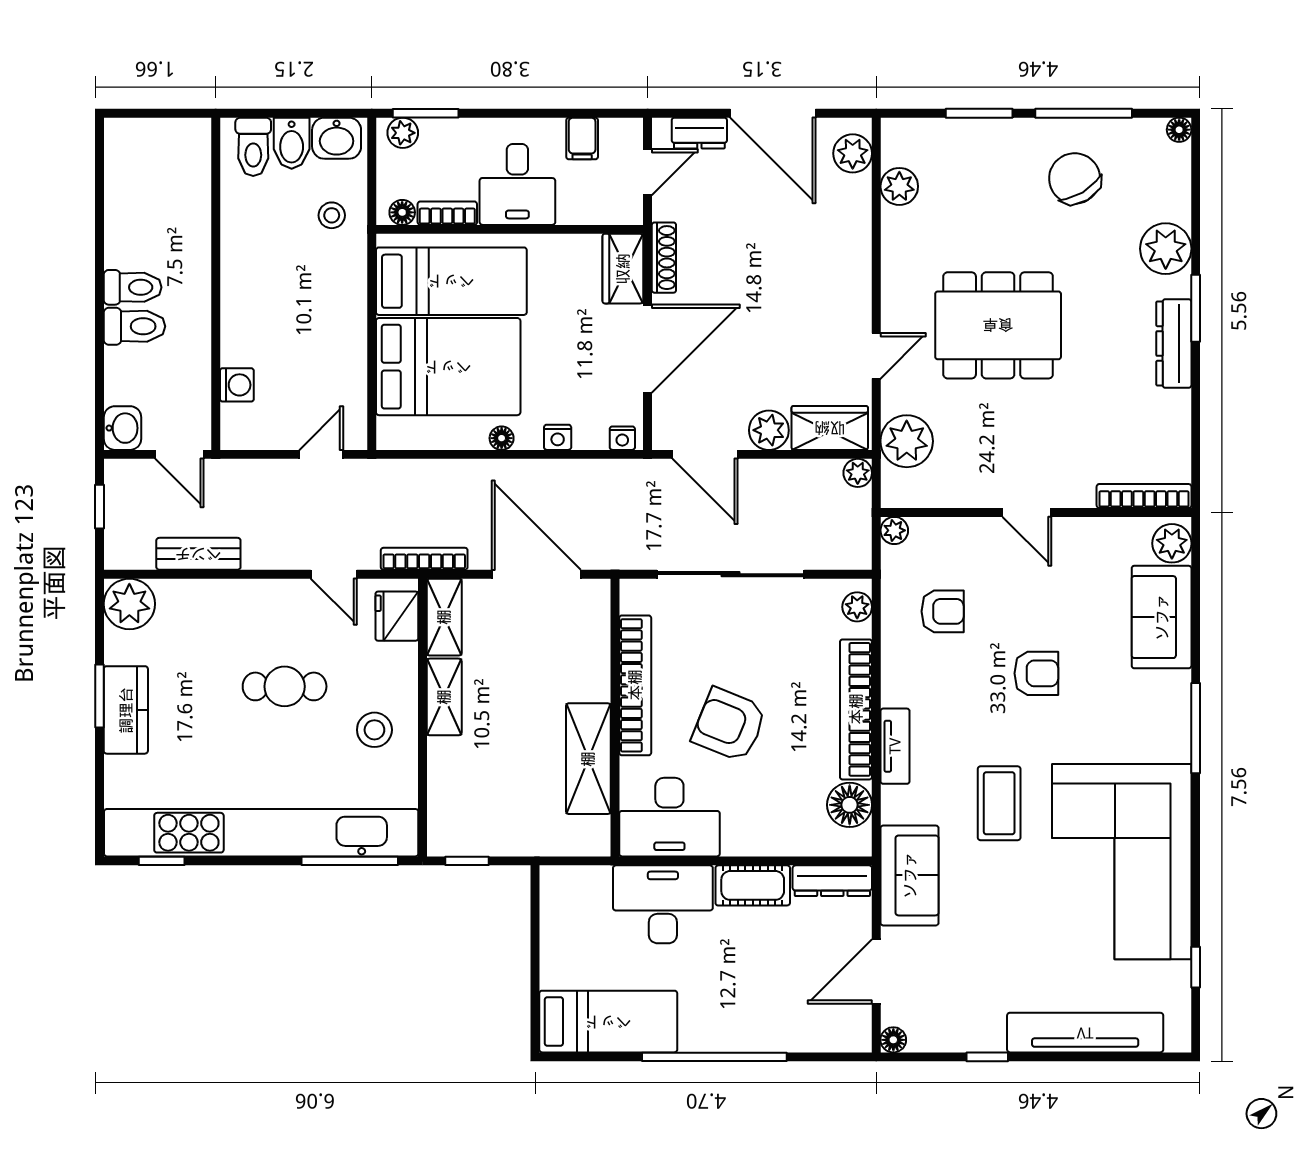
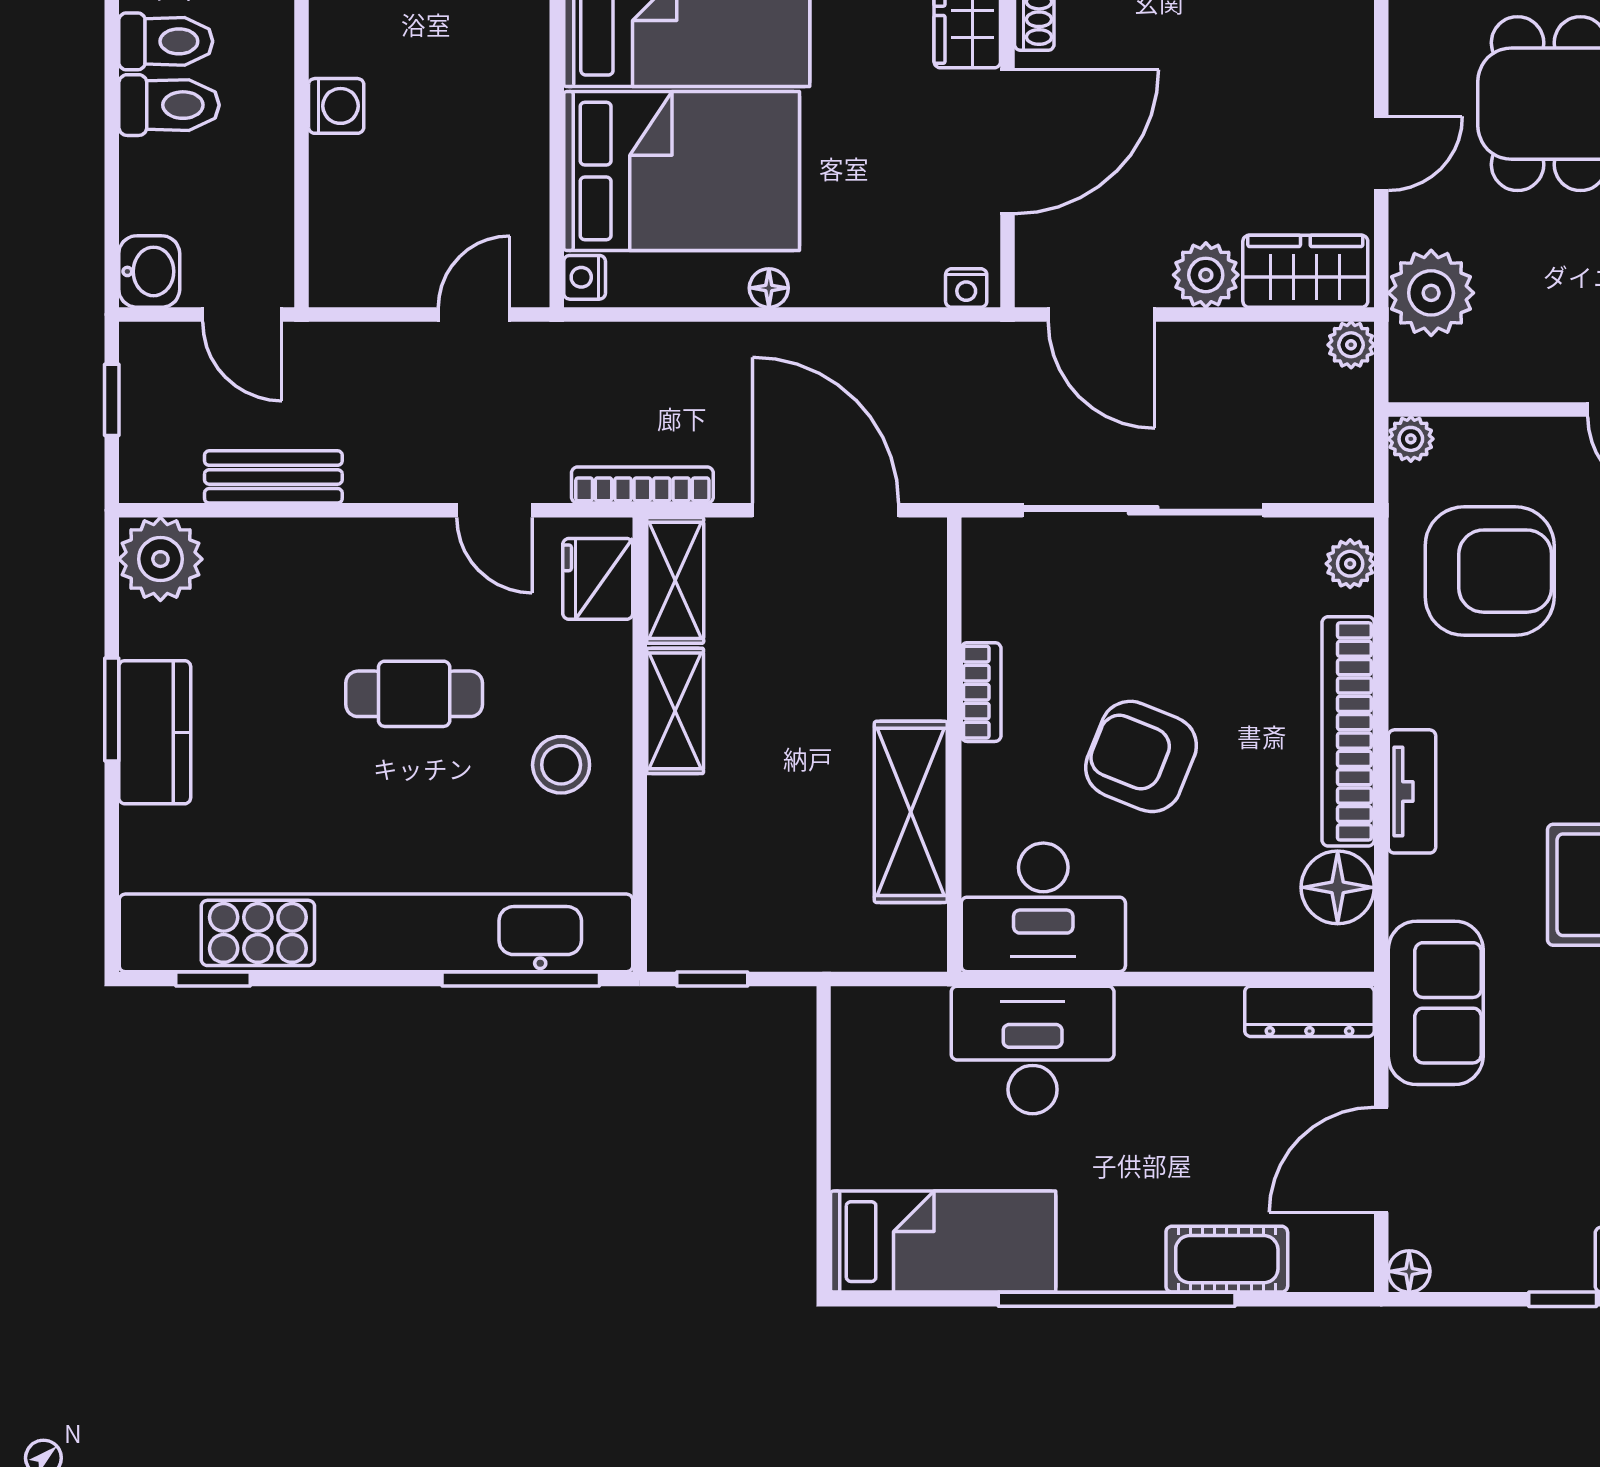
washing machine: (237, 385) -> (336, 106), moved
nightstand: (558, 437) -> (585, 277), moved, turned 90
armchair: (943, 611) -> (1490, 571), width x1.88, depth x1.88
bookcase: (635, 685) -> (981, 692), width x0.43, depth x0.76
cot: (753, 885) -> (1227, 1259), moved

